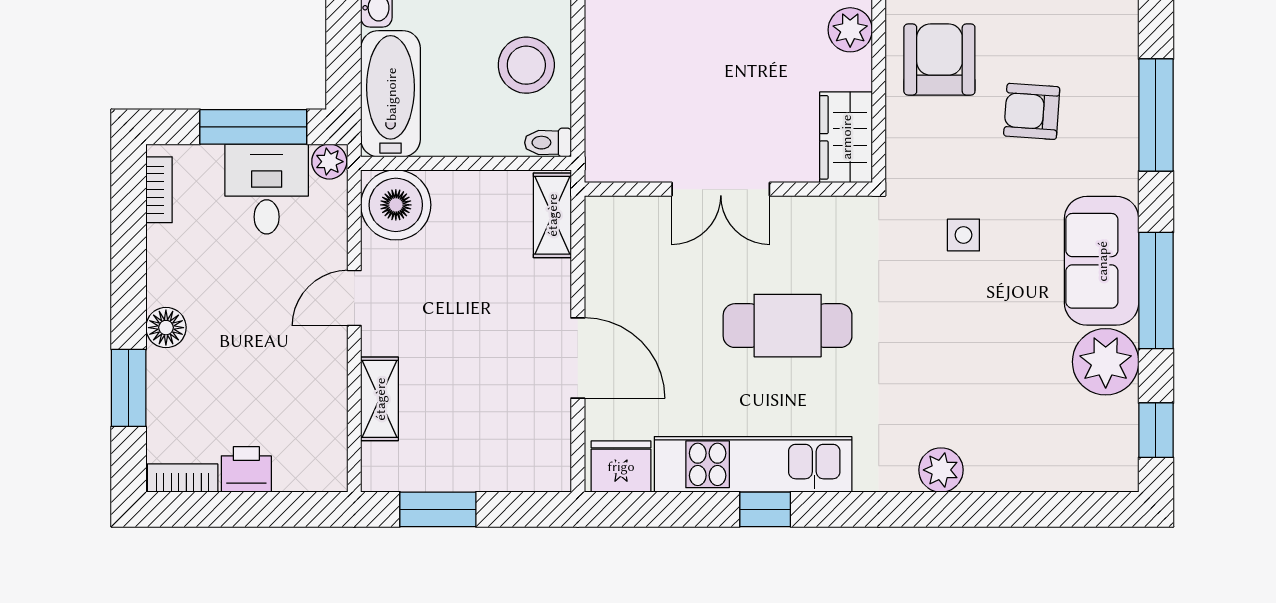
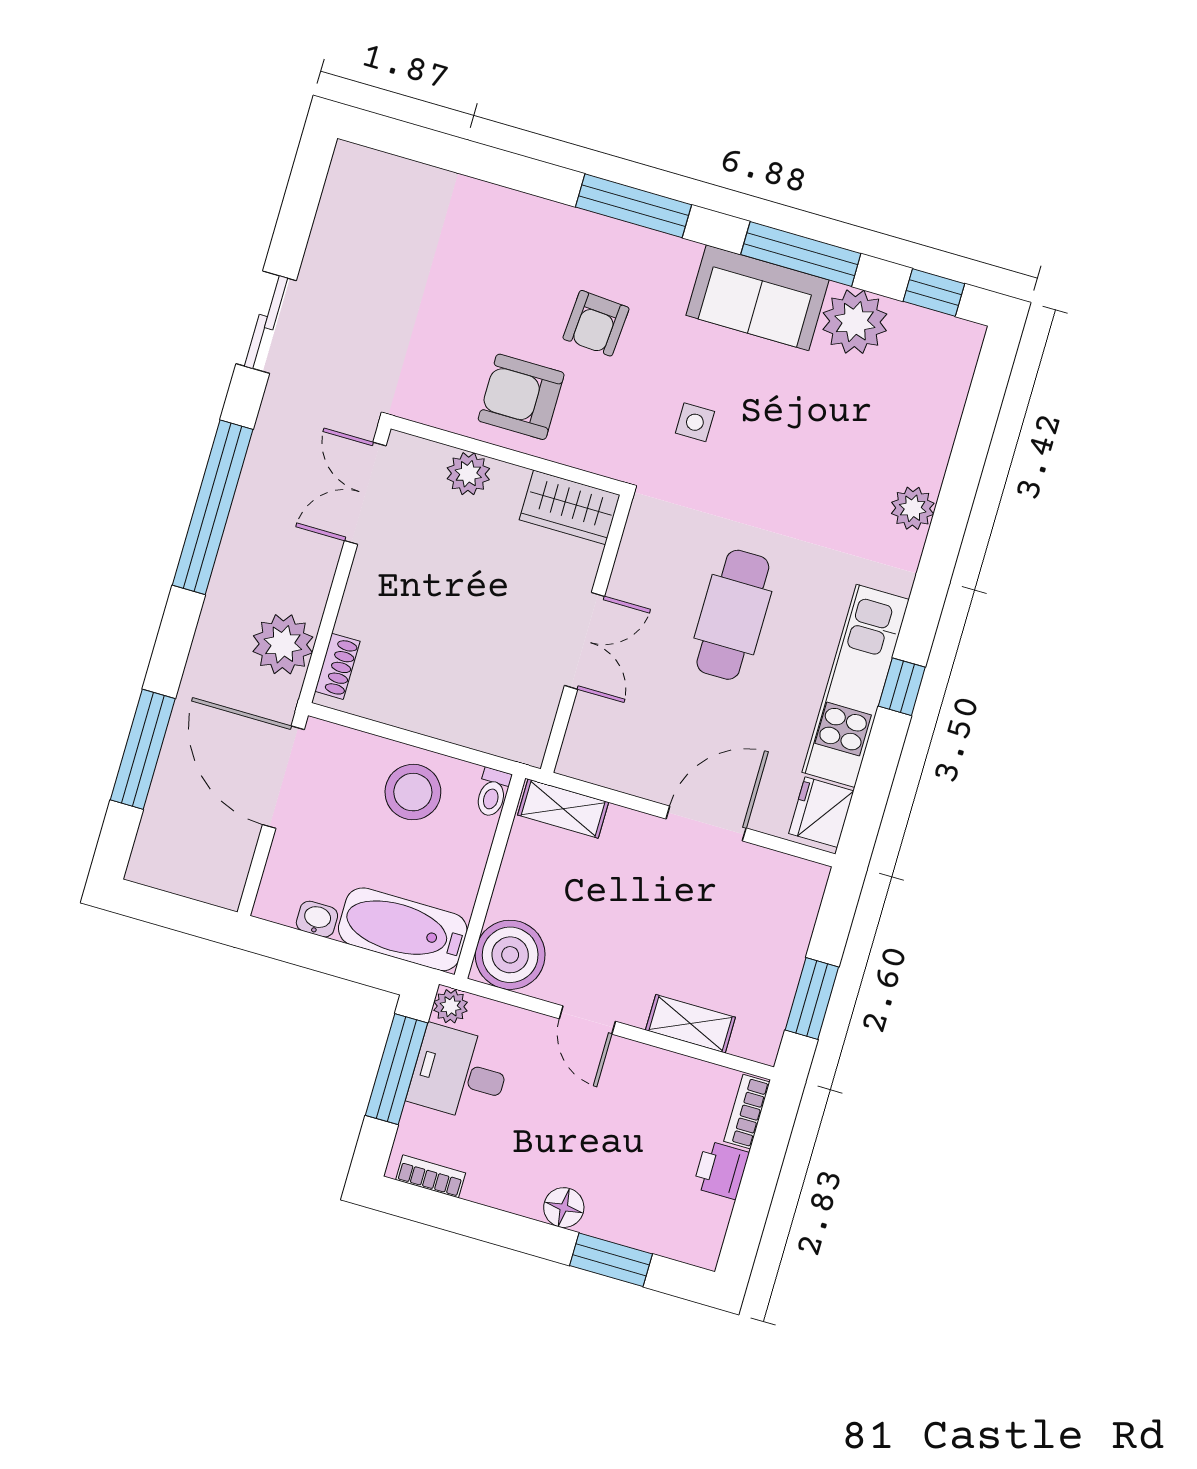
bookcase: (183, 478) -> (747, 1112), moved

